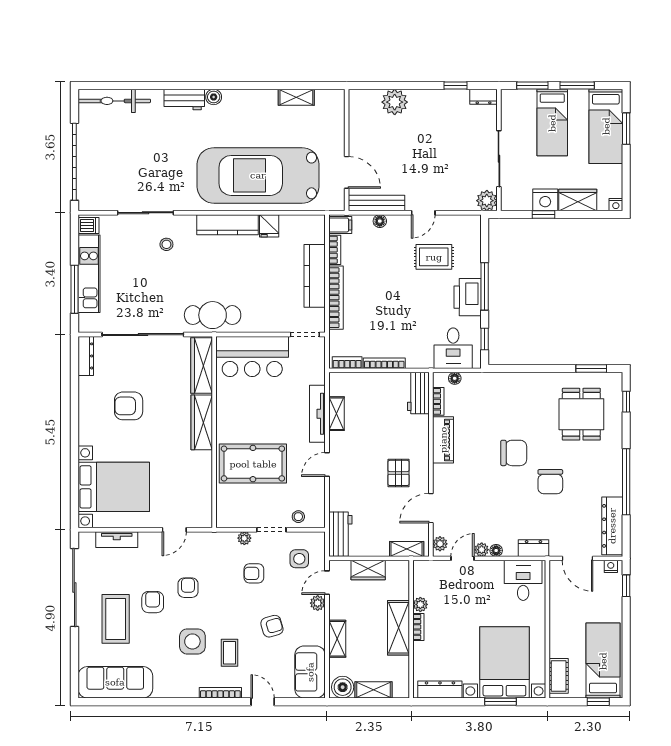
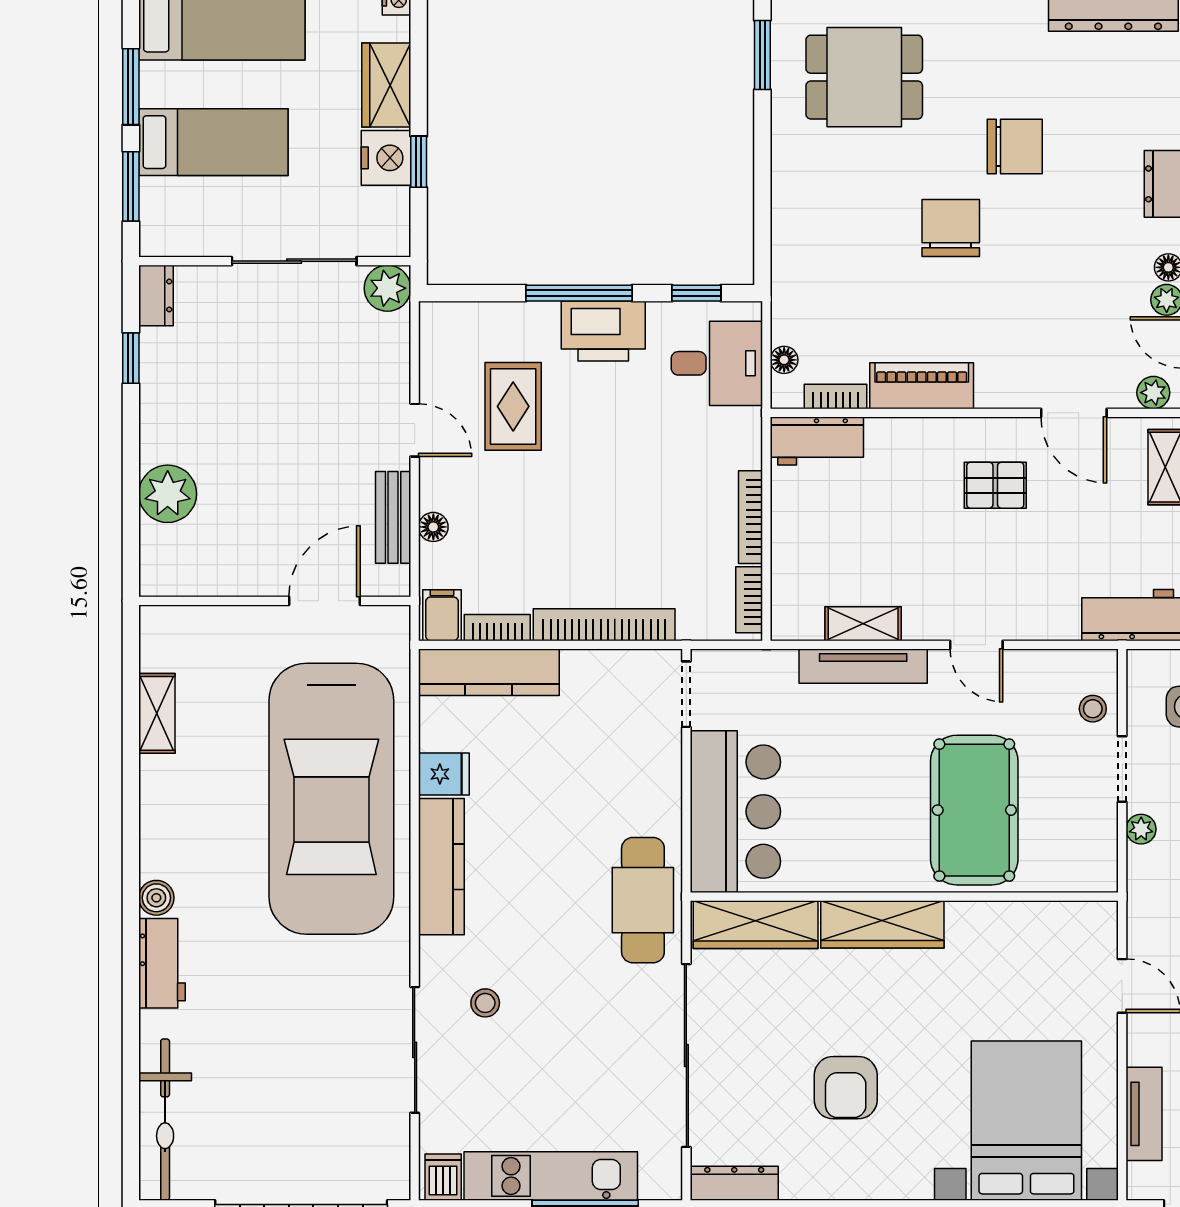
bench: (377, 203) -> (393, 517), width x0.73
kitchen counter: (315, 276) -> (489, 672), moved

